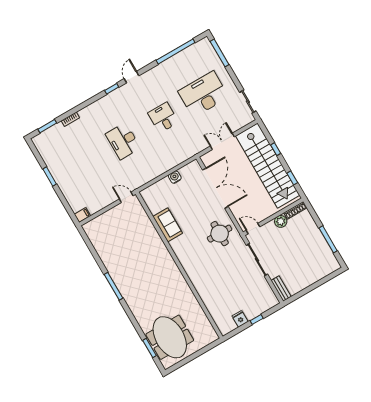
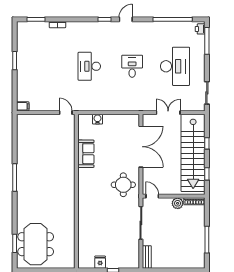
printer: (207, 45) -> (200, 29), added
desk: (203, 94) -> (175, 66), turned 90
water cooler: (175, 177) -> (98, 119), moved

